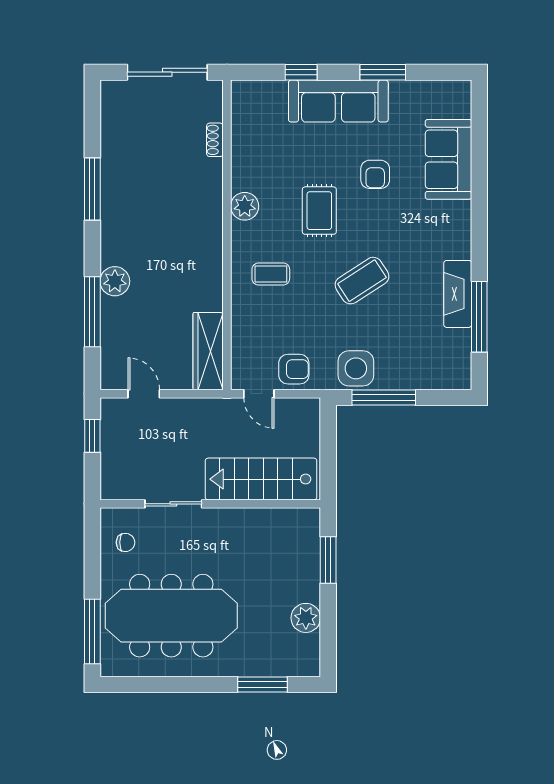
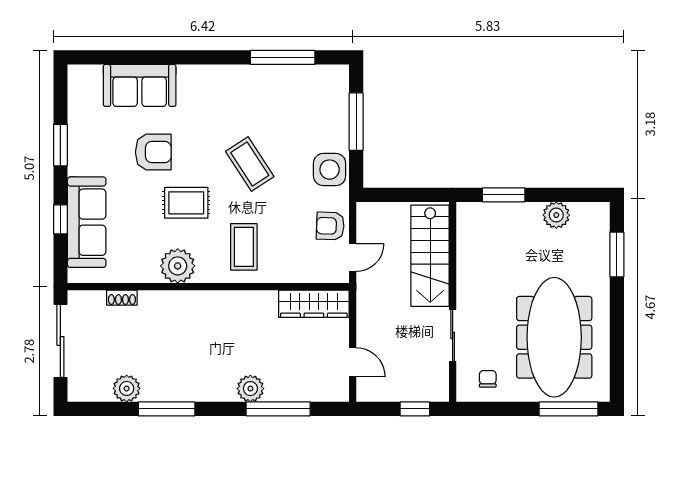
sofa: (338, 101) -> (87, 222), moved
plant: (115, 145) -> (127, 388), added
armchair: (375, 174) -> (153, 152), width x1.38, depth x1.38
plant: (245, 206) -> (178, 266), width x1.36, depth x1.36
coffee table: (271, 274) -> (244, 247), width x1.36, depth x1.30
fireplace: (458, 294) -> (262, 77), removed
armchair: (294, 369) -> (330, 226), turned -88
door: (144, 394) -> (353, 362), swing flipped
window: (384, 398) -> (356, 122), moved
window: (92, 436) -> (415, 409), moved

